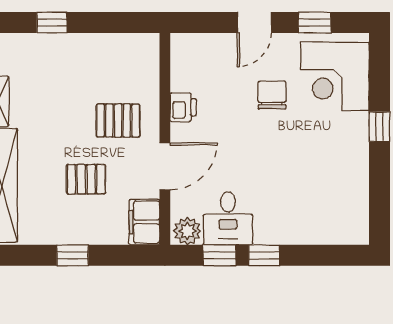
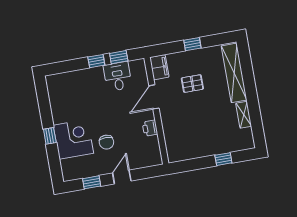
corner desk: (335, 76) -> (73, 139), moved
pallet: (118, 121) -> (182, 116), removed
plant: (187, 231) -> (137, 66), removed

